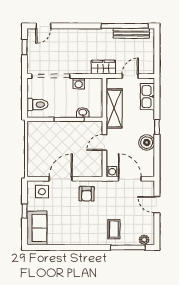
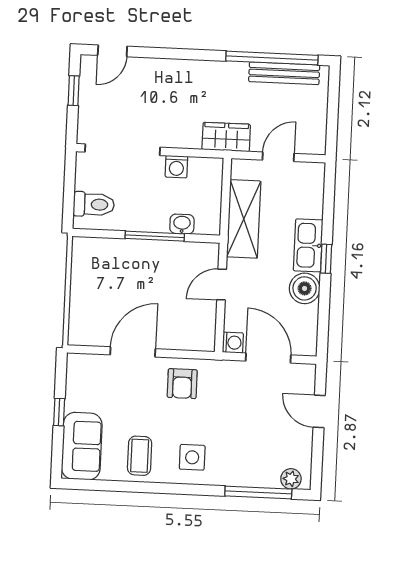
kitchen sink: (147, 97) -> (308, 245), moved
side table: (42, 192) -> (192, 457), moved
coffee table: (114, 229) -> (140, 456), moved

